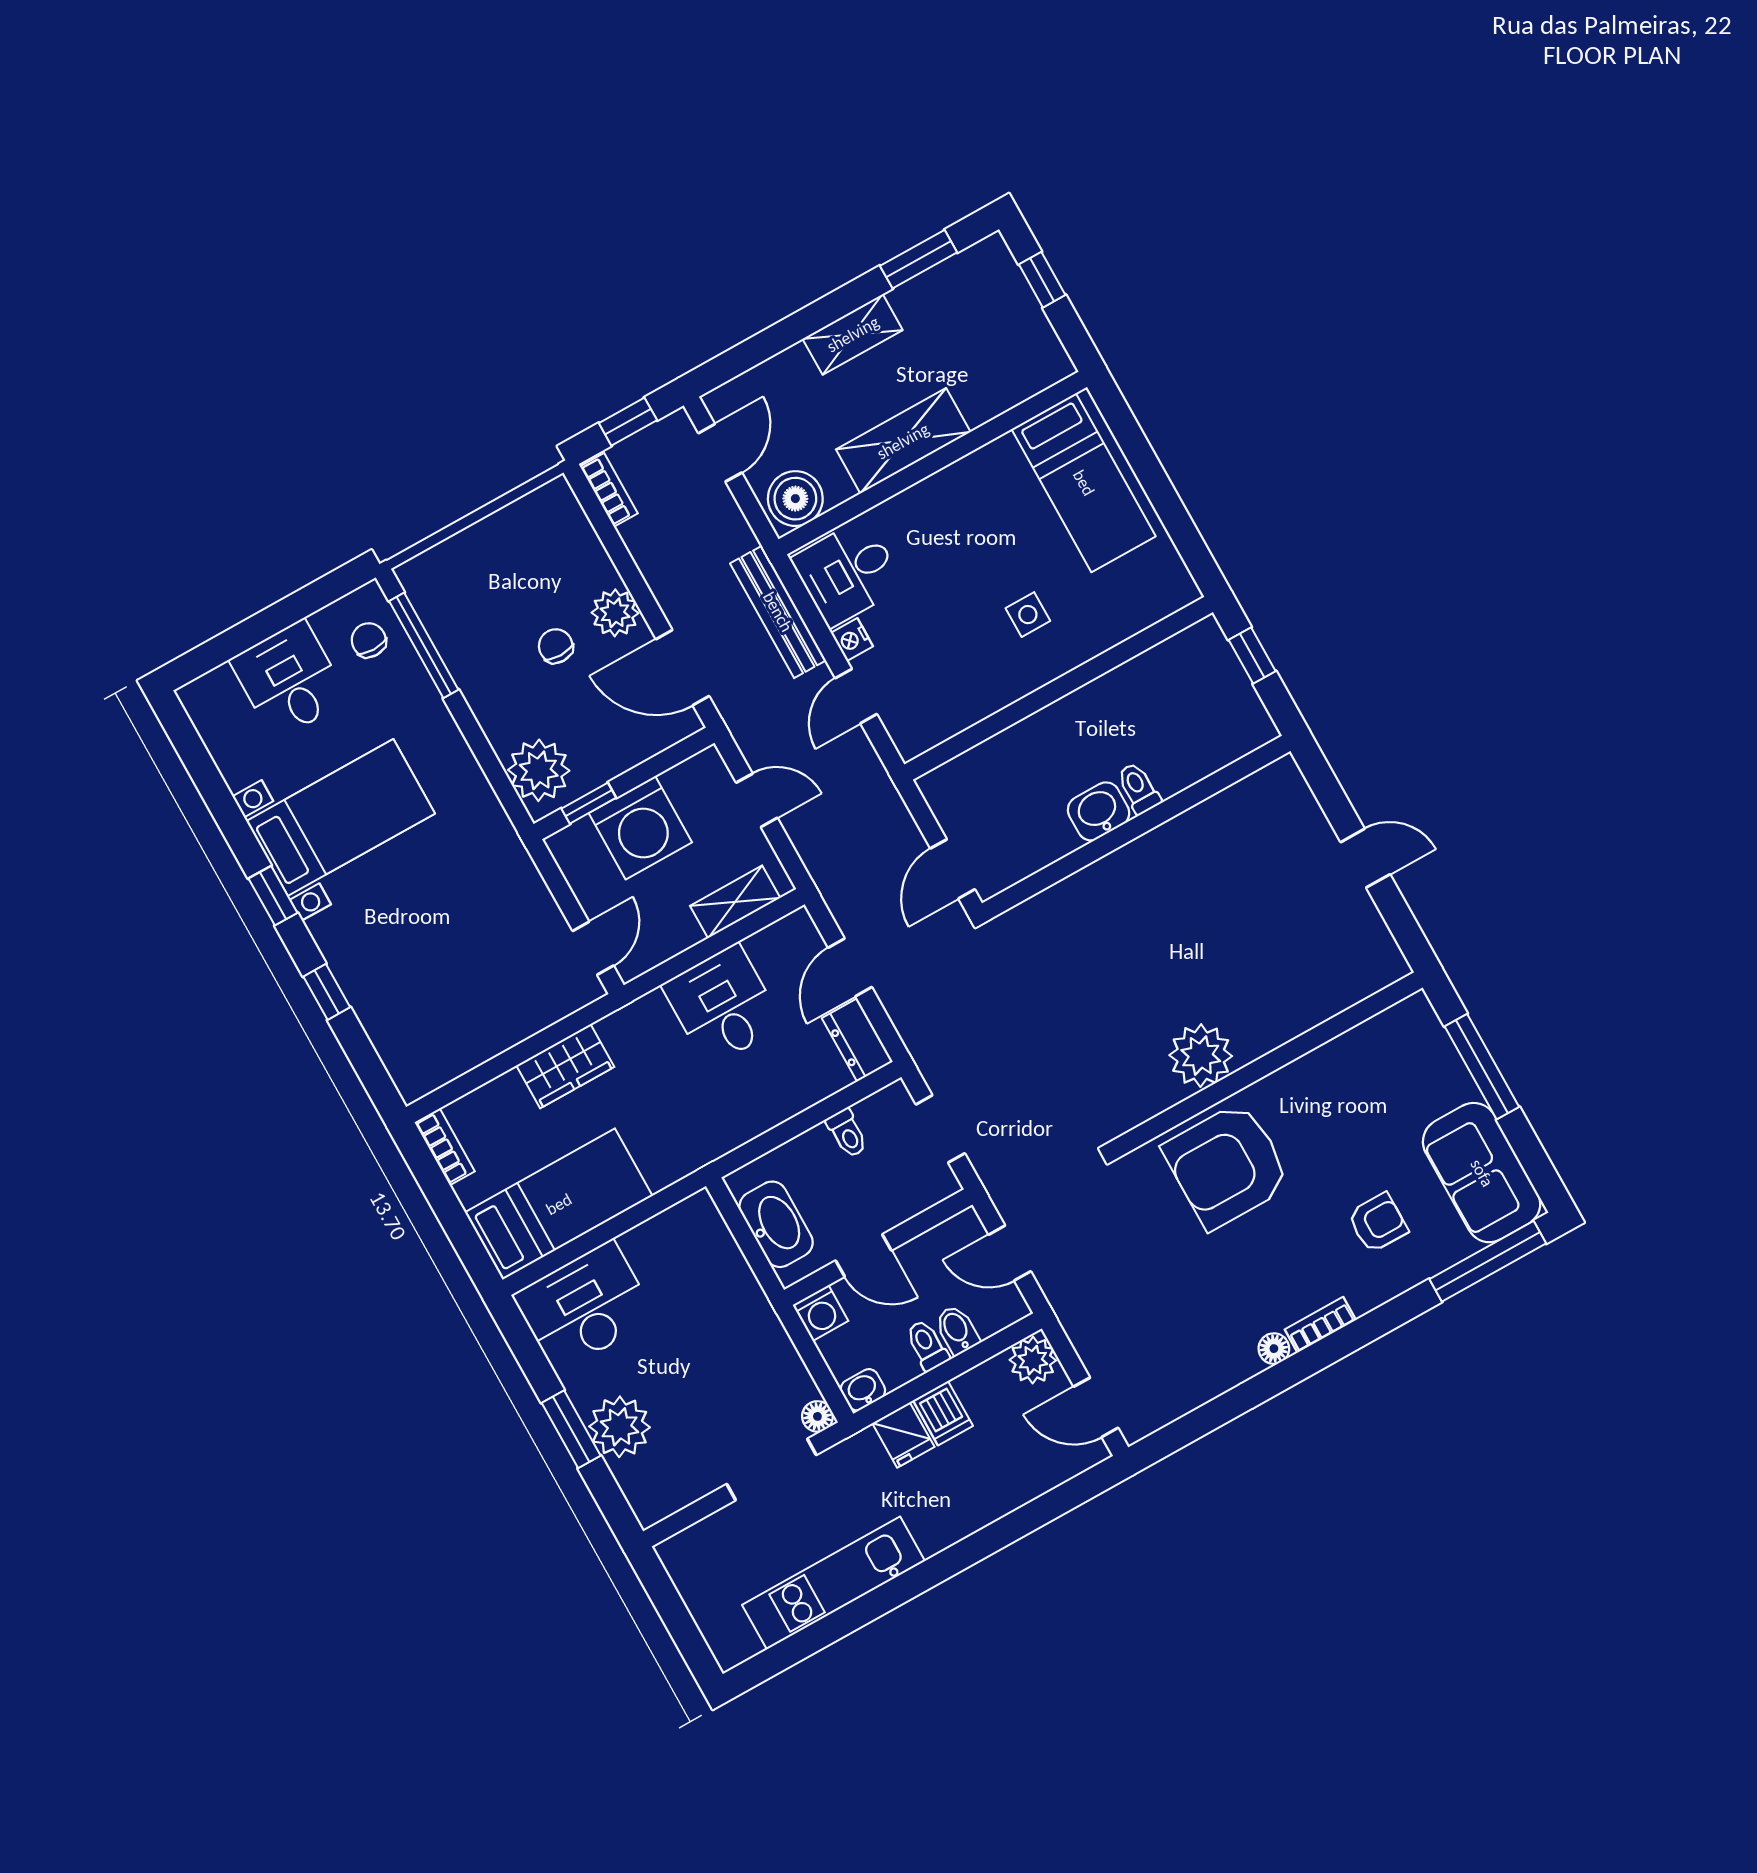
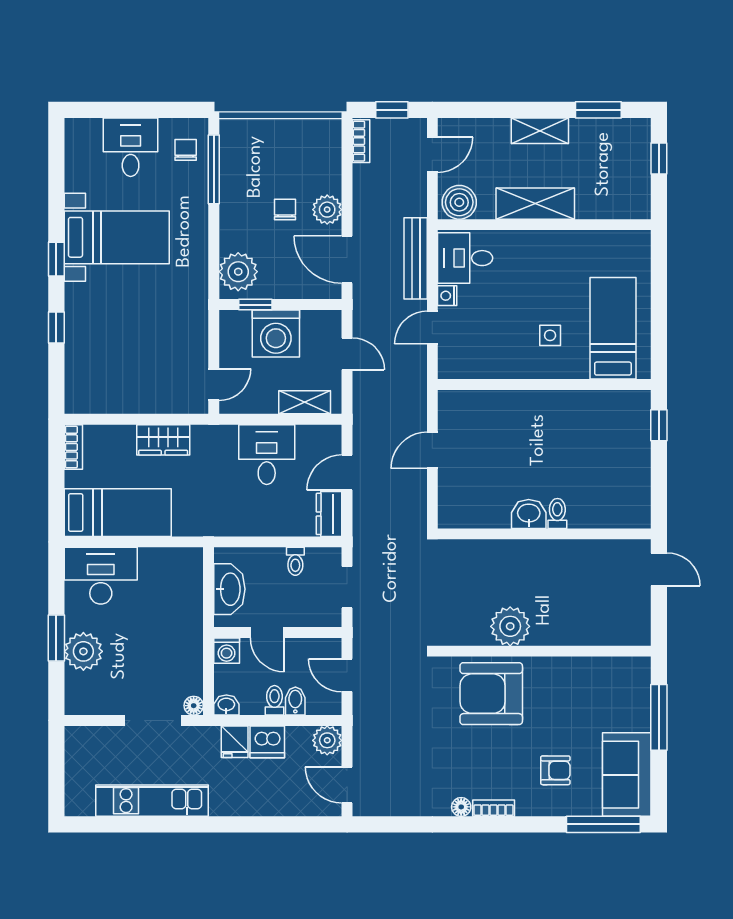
bed: (1084, 483) -> (613, 328), moved, turned 180
toilet: (1138, 788) -> (557, 513), moved
washbasin: (1099, 811) -> (529, 514), moved
wall: (1136, 827) -> (544, 534), moved
dishwasher: (943, 1413) -> (267, 742), width x1.38

